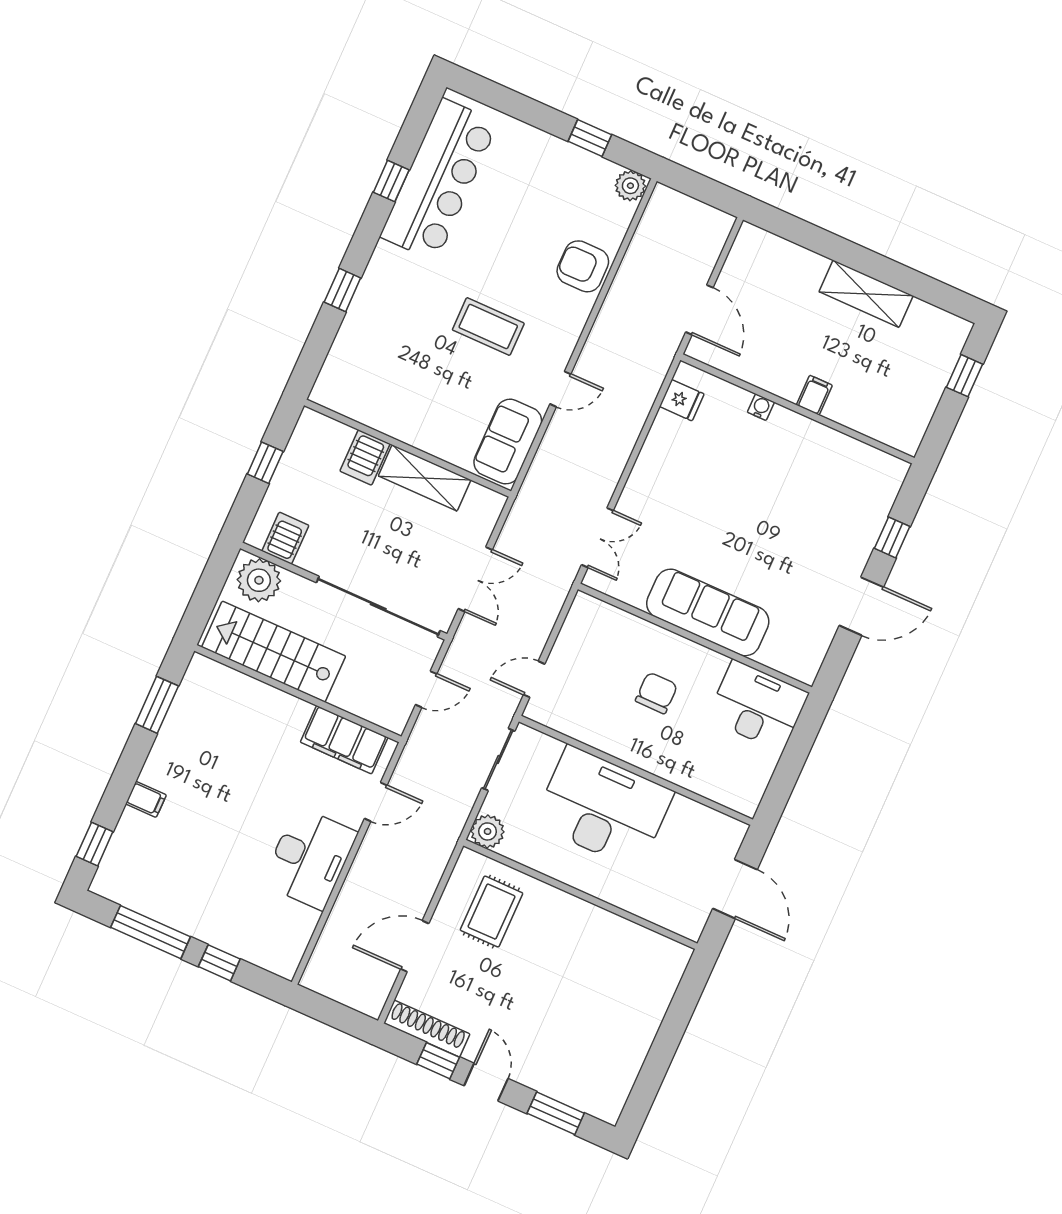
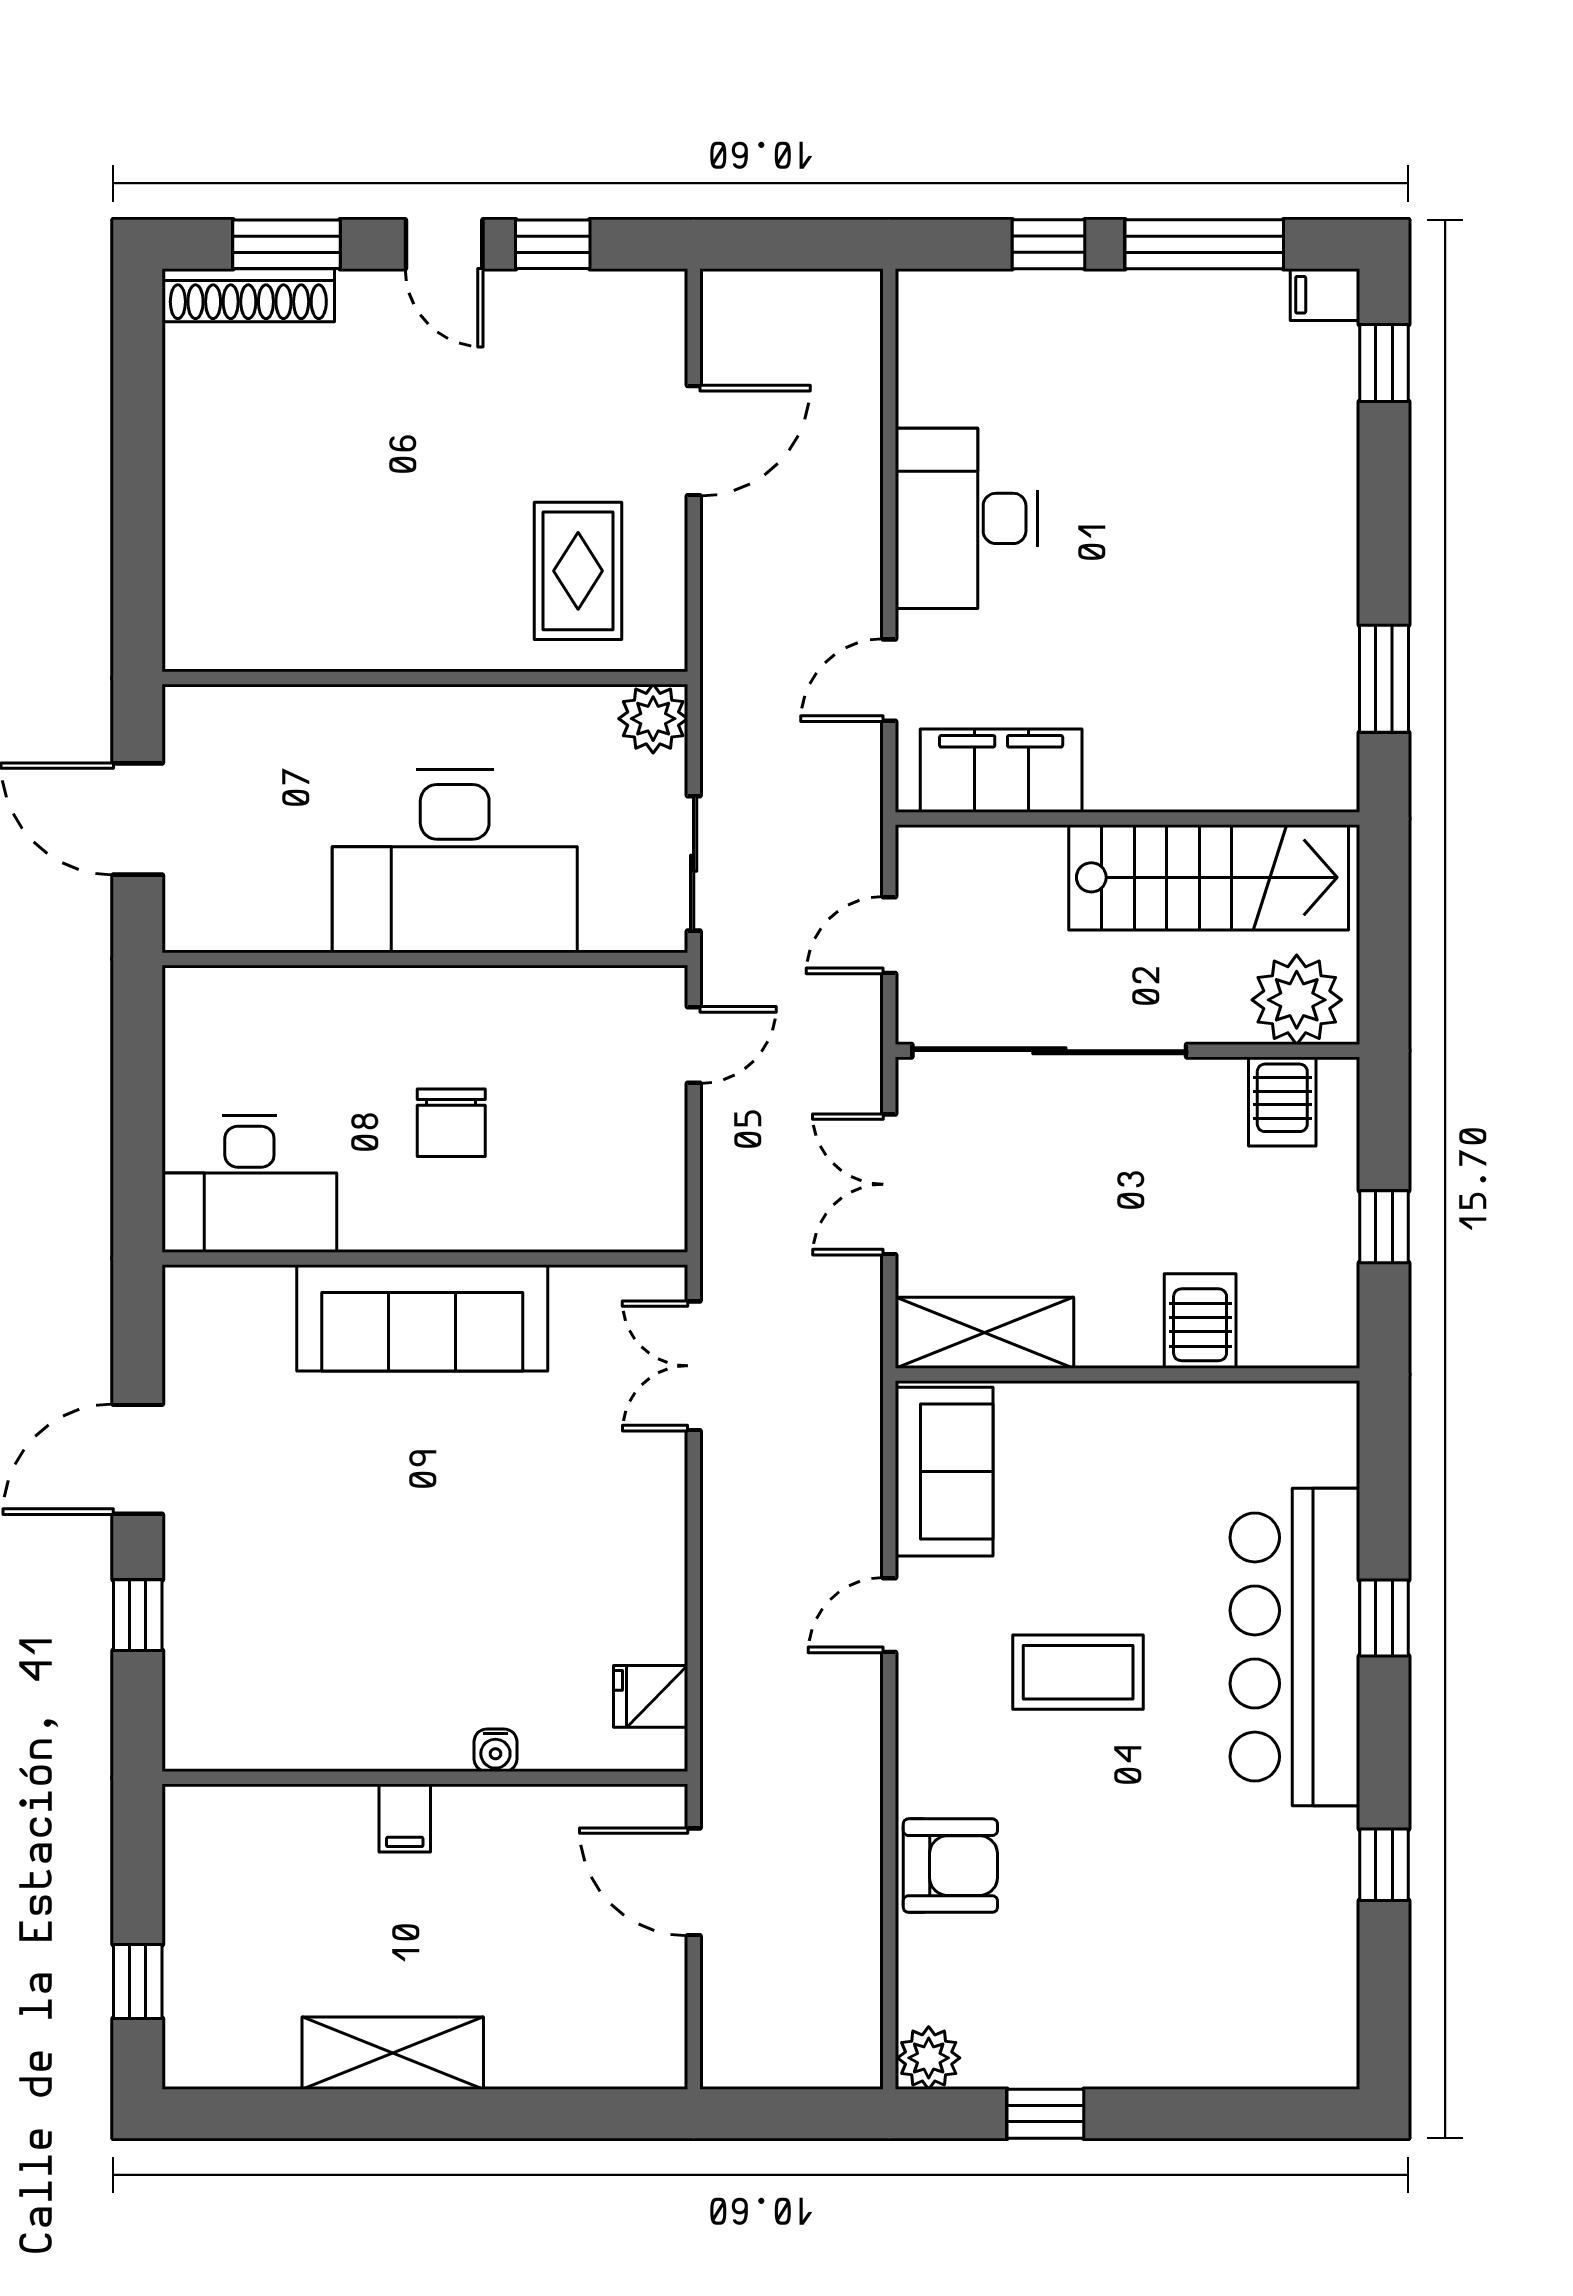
bar counter: (439, 180) -> (1295, 1647), moved
shelving: (425, 478) -> (984, 1333), moved
filing cabinet: (146, 799) -> (1325, 295), moved
shoe rack: (427, 1029) -> (248, 295), moved

